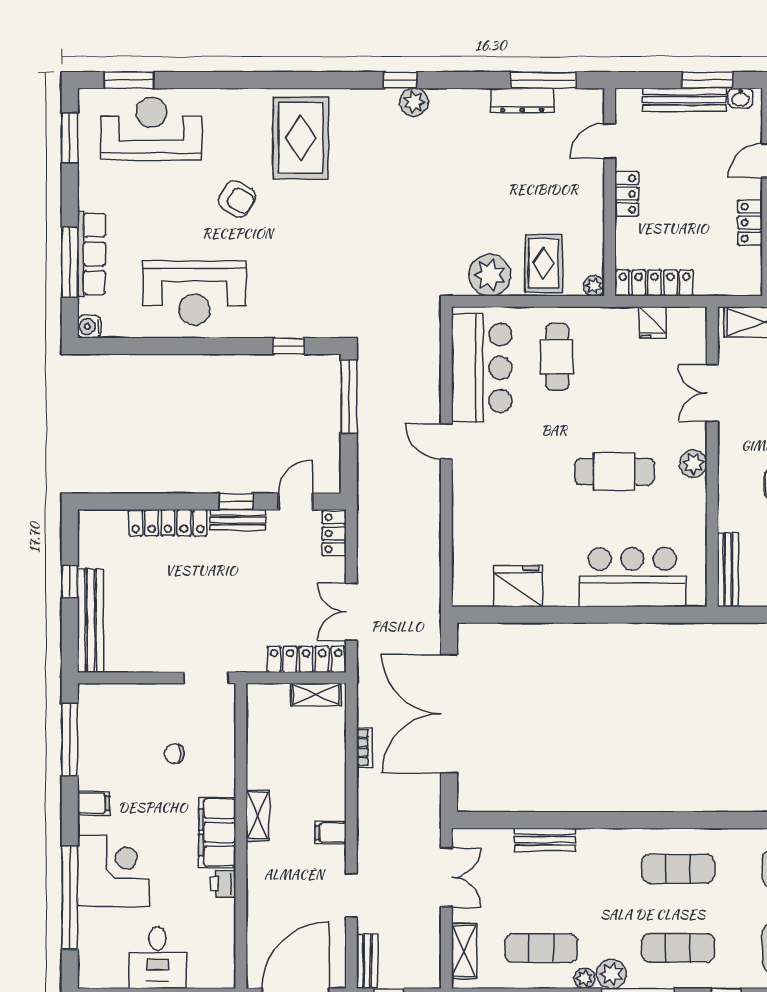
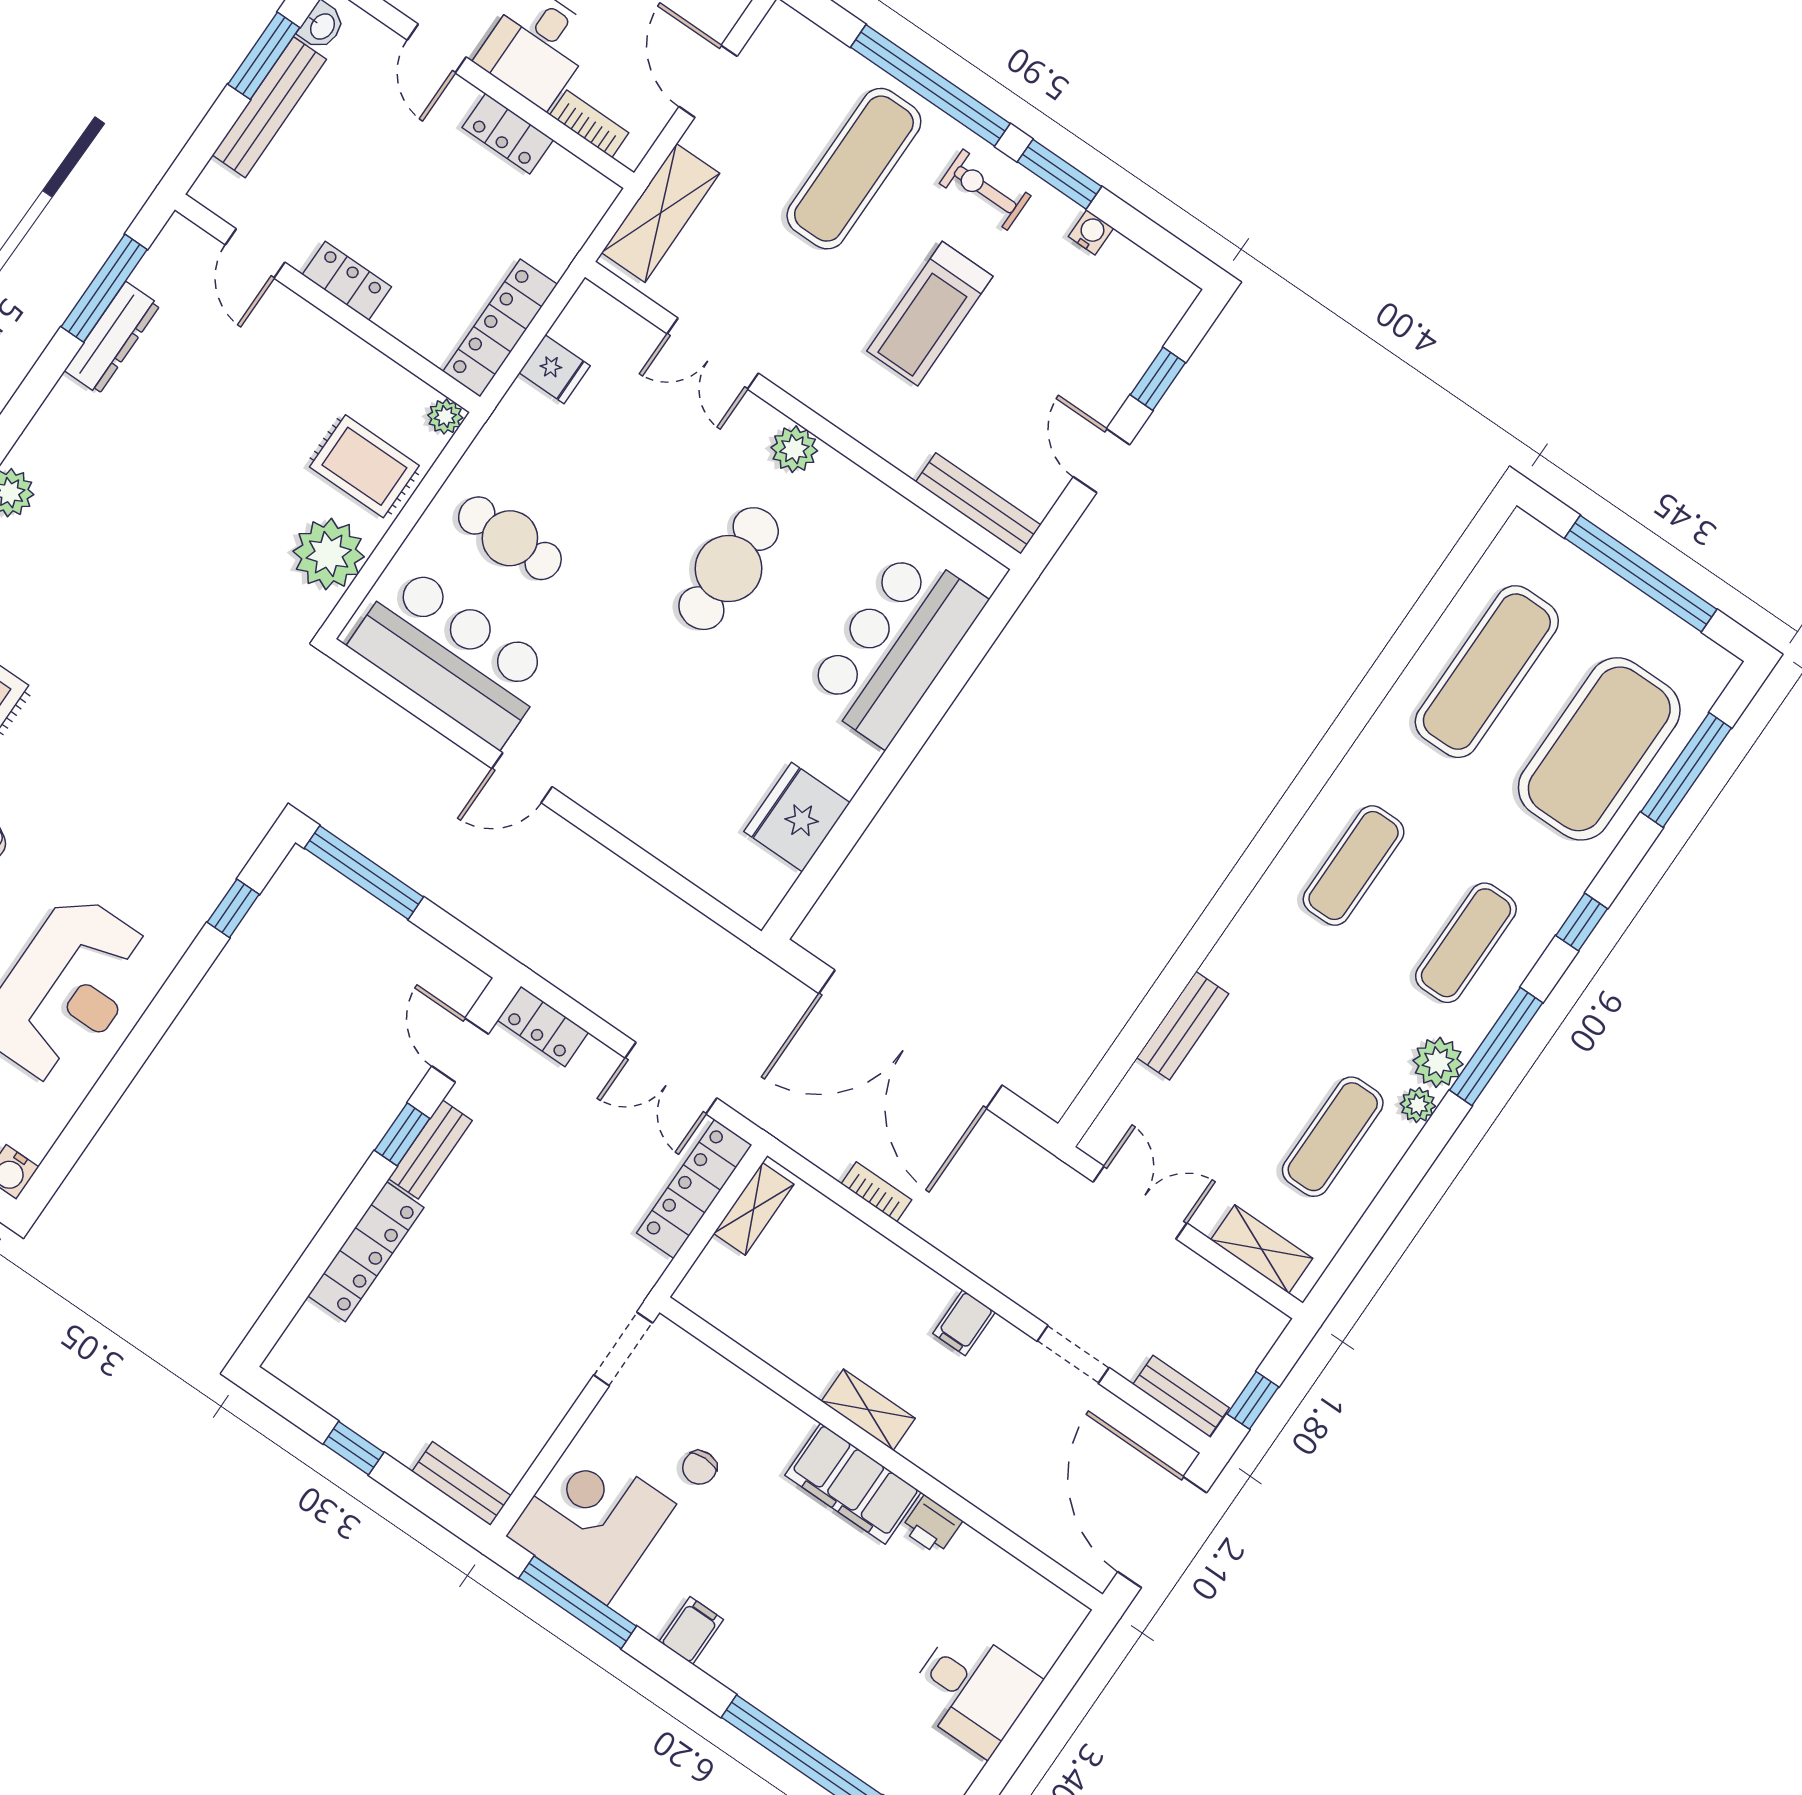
bench: (91, 621) -> (461, 1484), width x0.54, depth x0.82
corner desk: (113, 871) -> (591, 1520), moved

